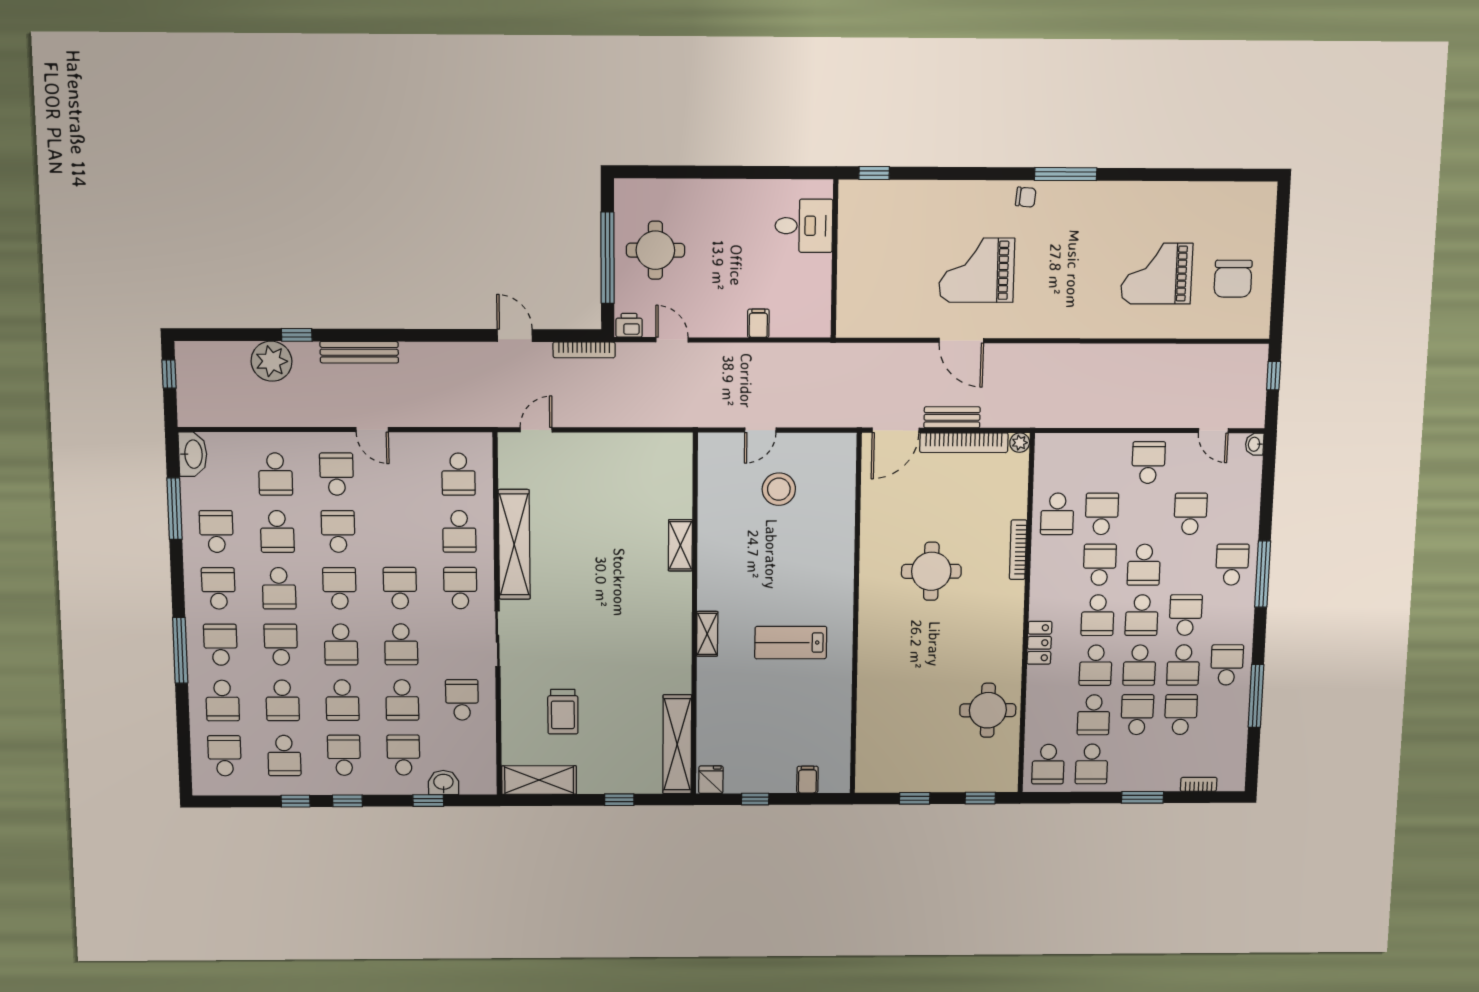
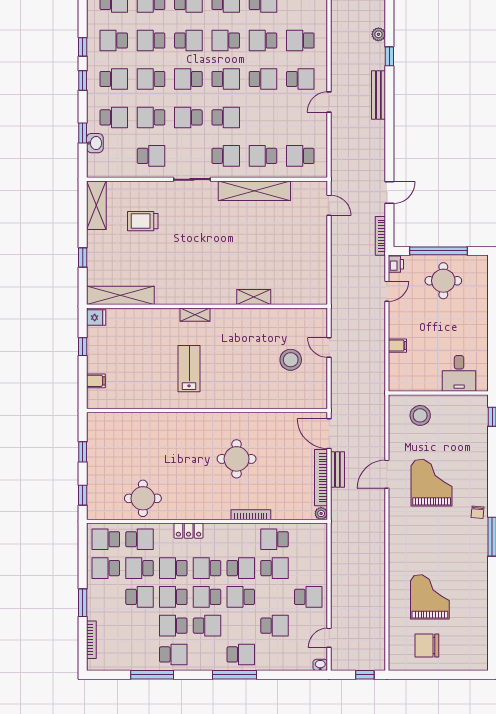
stool: (870, 288) -> (420, 415), added
plant: (272, 361) -> (378, 34), width x0.53, depth x0.53
school desk: (1181, 715) -> (140, 539), moved
bookcase: (1199, 784) -> (91, 640), width x1.56

